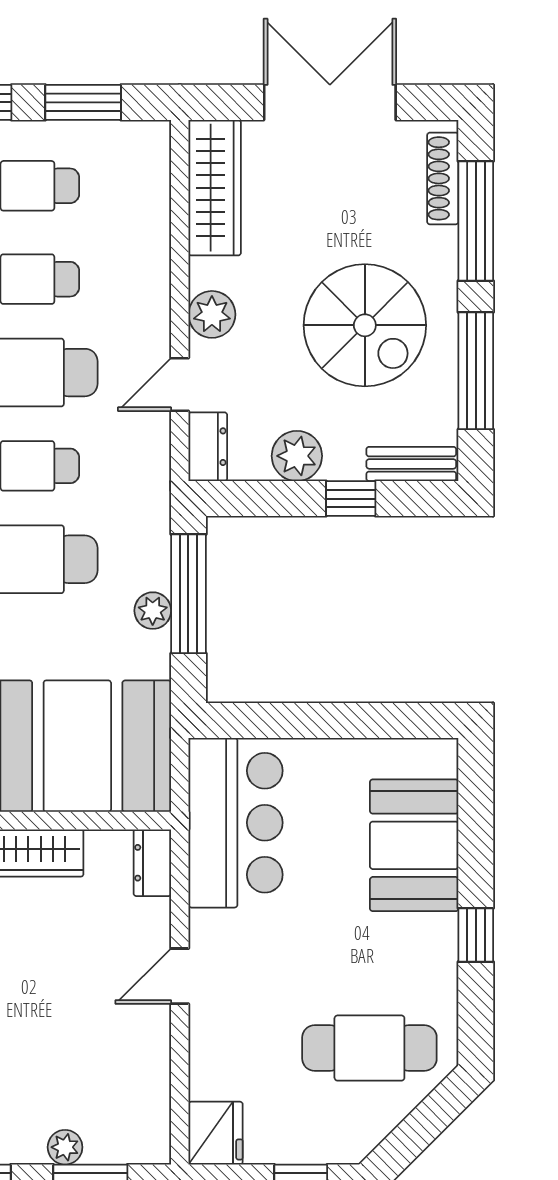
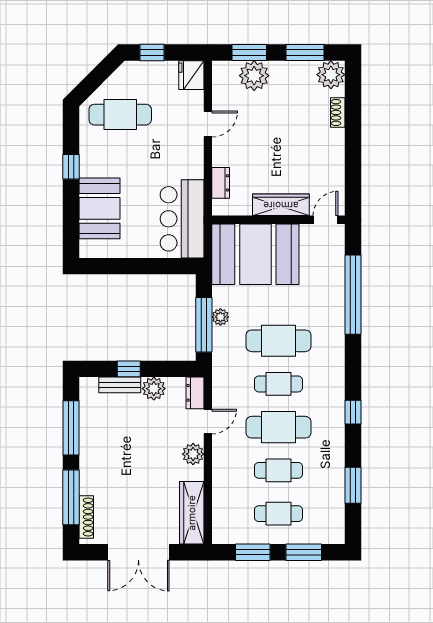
spiral stairs: (365, 325) -> (122, 449), removed
bench: (411, 464) -> (120, 385), moved
dresser: (152, 863) -> (221, 183), moved
door: (180, 976) -> (208, 124), moved
plant: (65, 1147) -> (254, 76), width x1.88, depth x1.88

